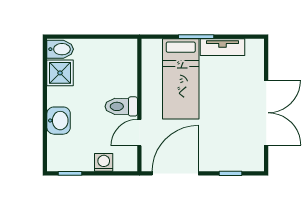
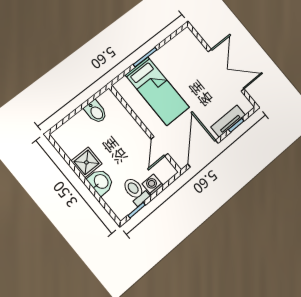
tv unit: (222, 47) -> (228, 121), moved, turned 180
bidet: (60, 49) -> (96, 112), moved, turned 90
shower: (60, 73) -> (86, 162), moved
toilet: (121, 106) -> (136, 191), moved, turned 90

